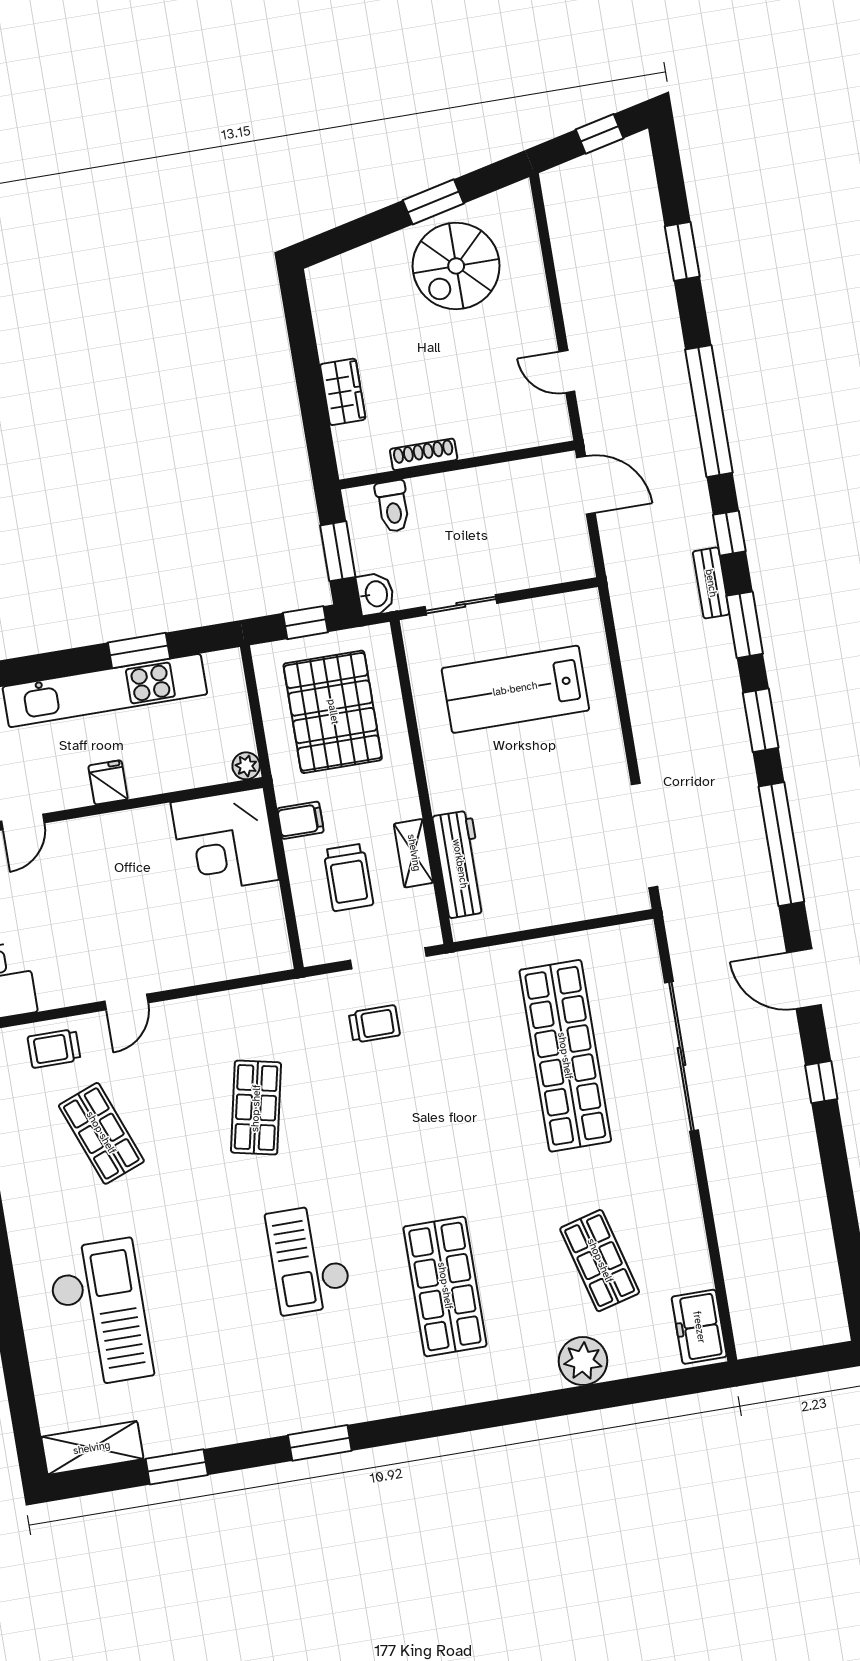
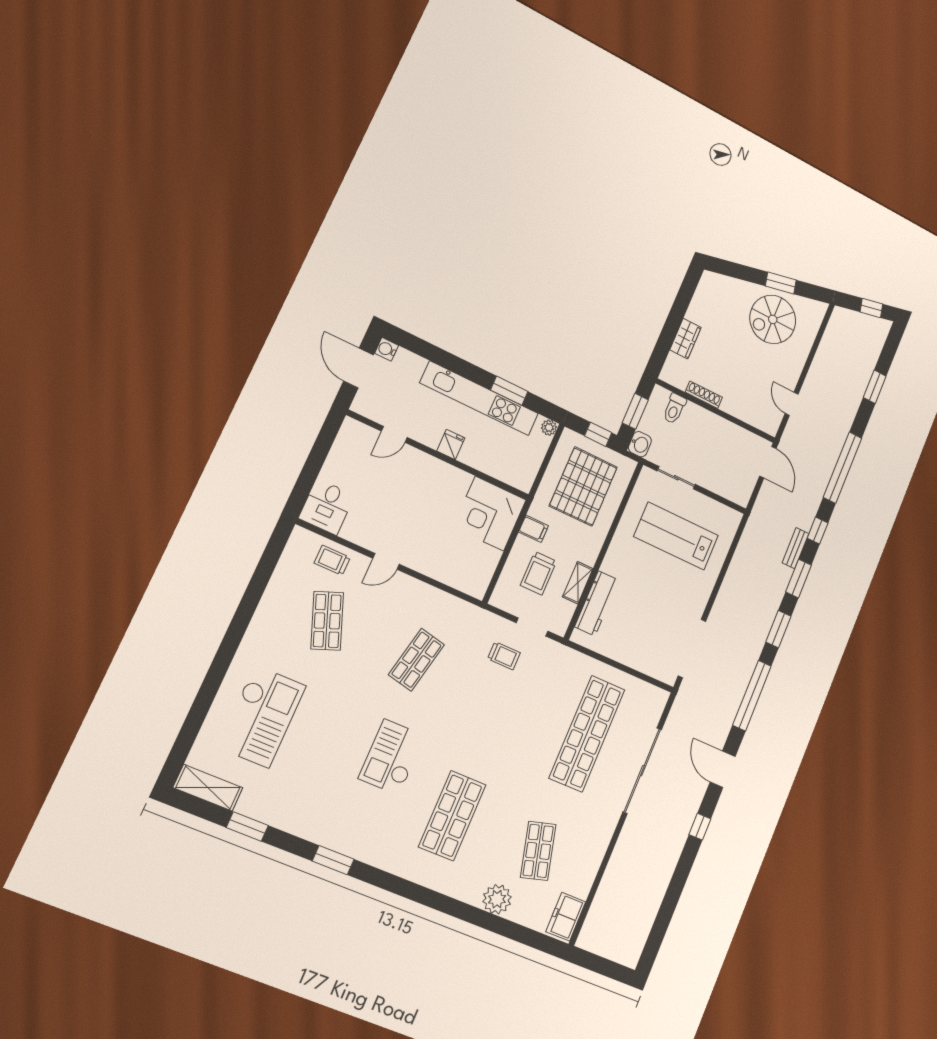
plant: (246, 766) -> (549, 428), moved
doorway: (388, 958) -> (532, 627), width x0.73

